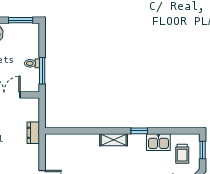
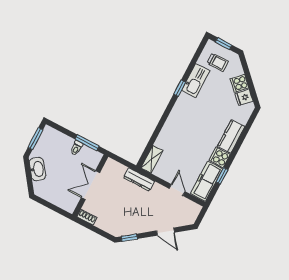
dresser: (33, 133) -> (139, 179), width x1.44
shelving: (114, 140) -> (152, 159), moved
kitchen sink: (158, 142) -> (196, 81), width x1.38

